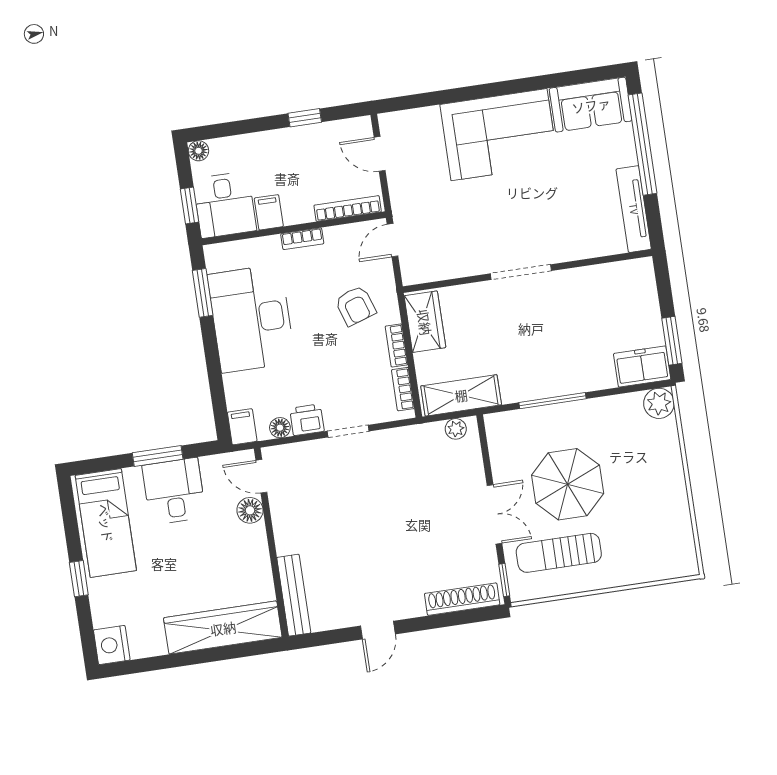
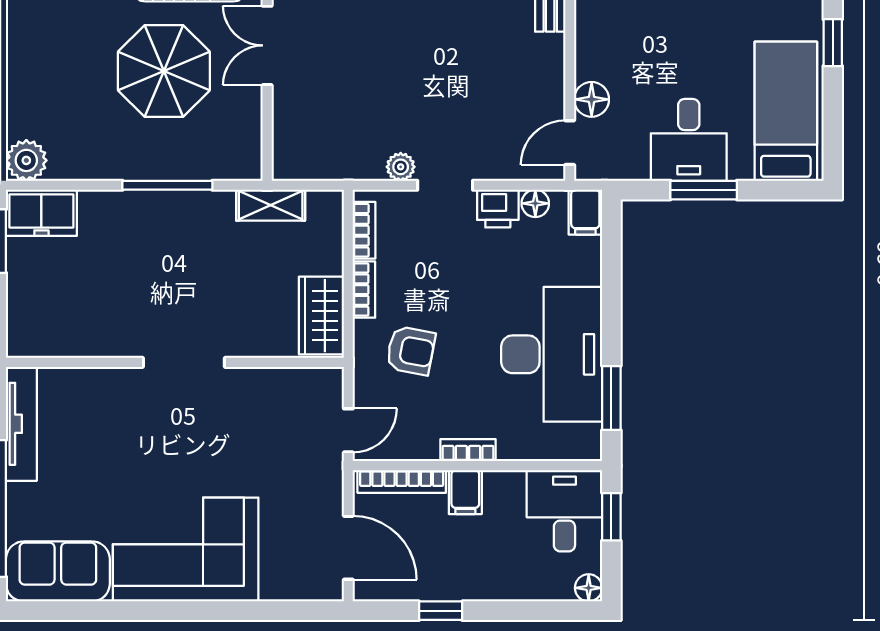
door: (380, 154) -> (348, 548), width x1.38
filing cabinet: (269, 212) -> (465, 492), moved
armchair: (355, 306) -> (411, 351), turned 119
shelving: (461, 395) -> (271, 205), width x0.67, depth x0.75
plant: (456, 429) -> (401, 167), moved
door: (261, 476) -> (570, 143), swing flipped

